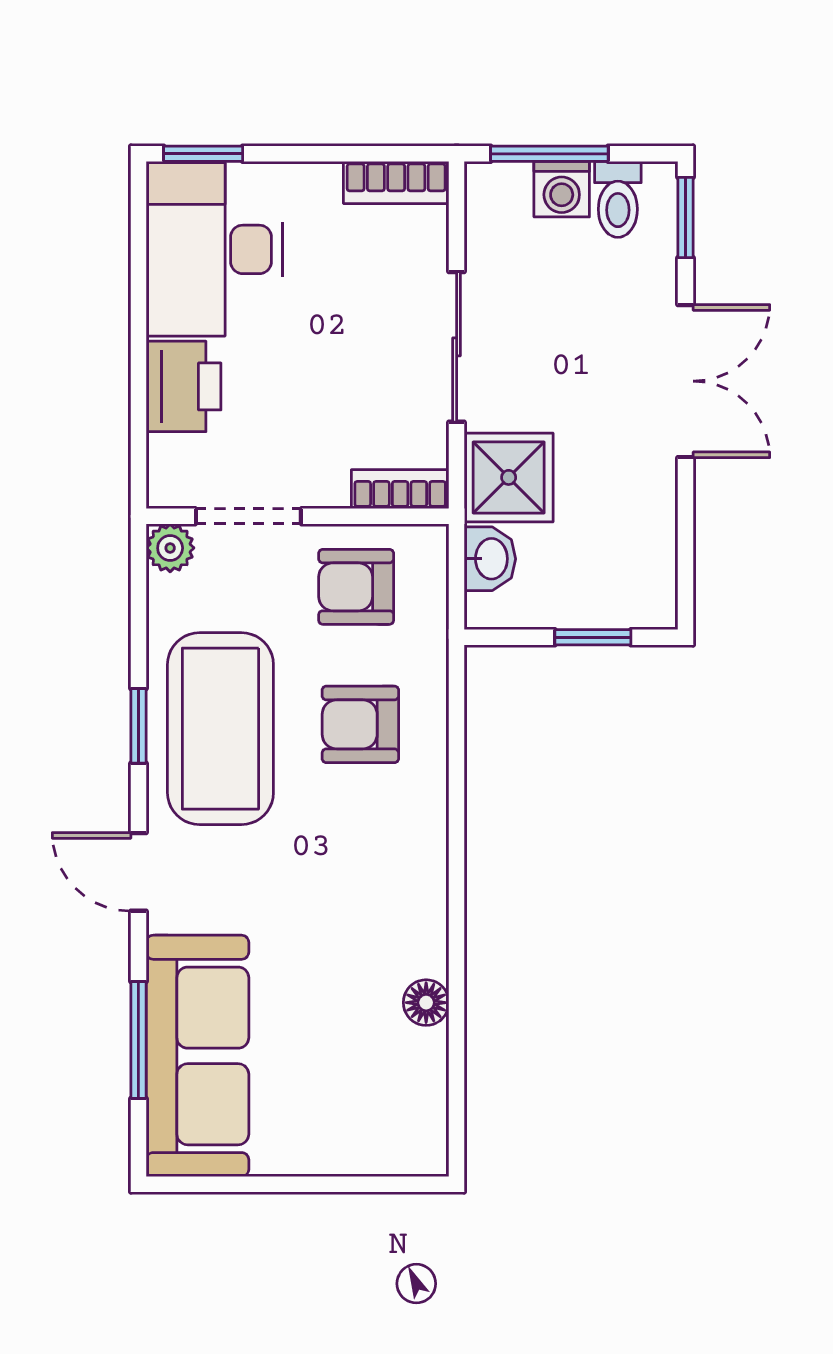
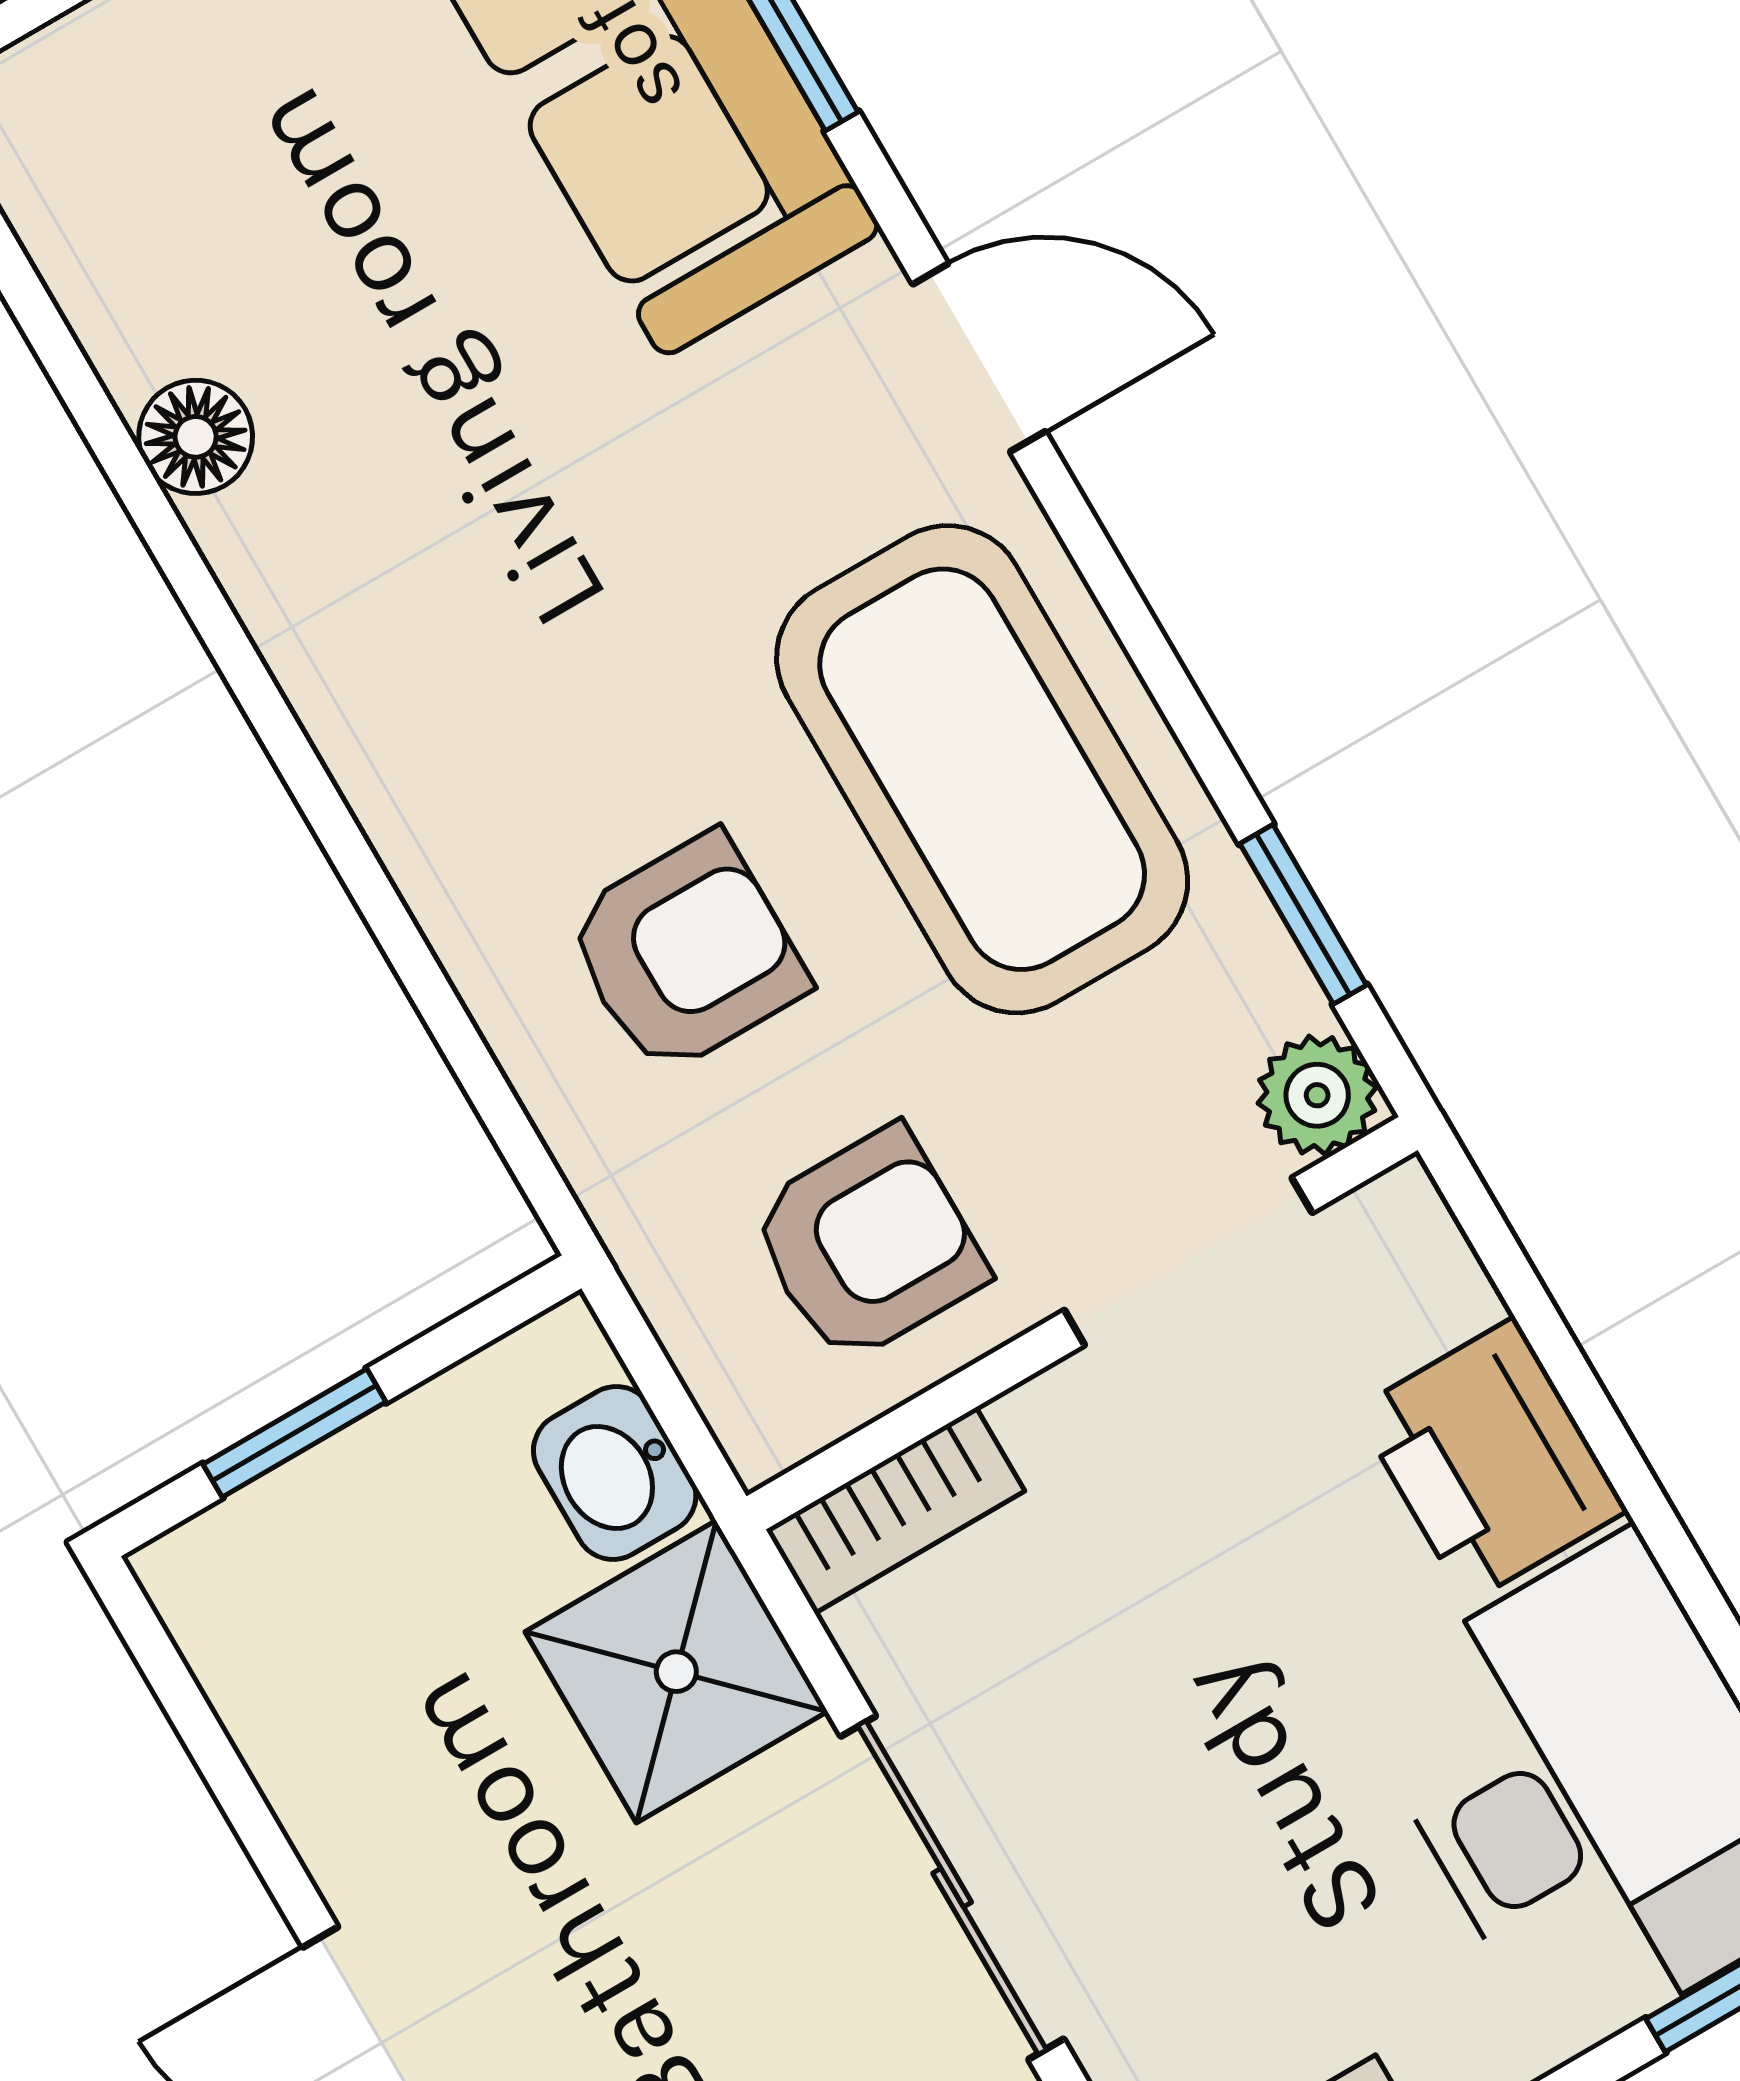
window: (138, 726) -> (1303, 914), moved

